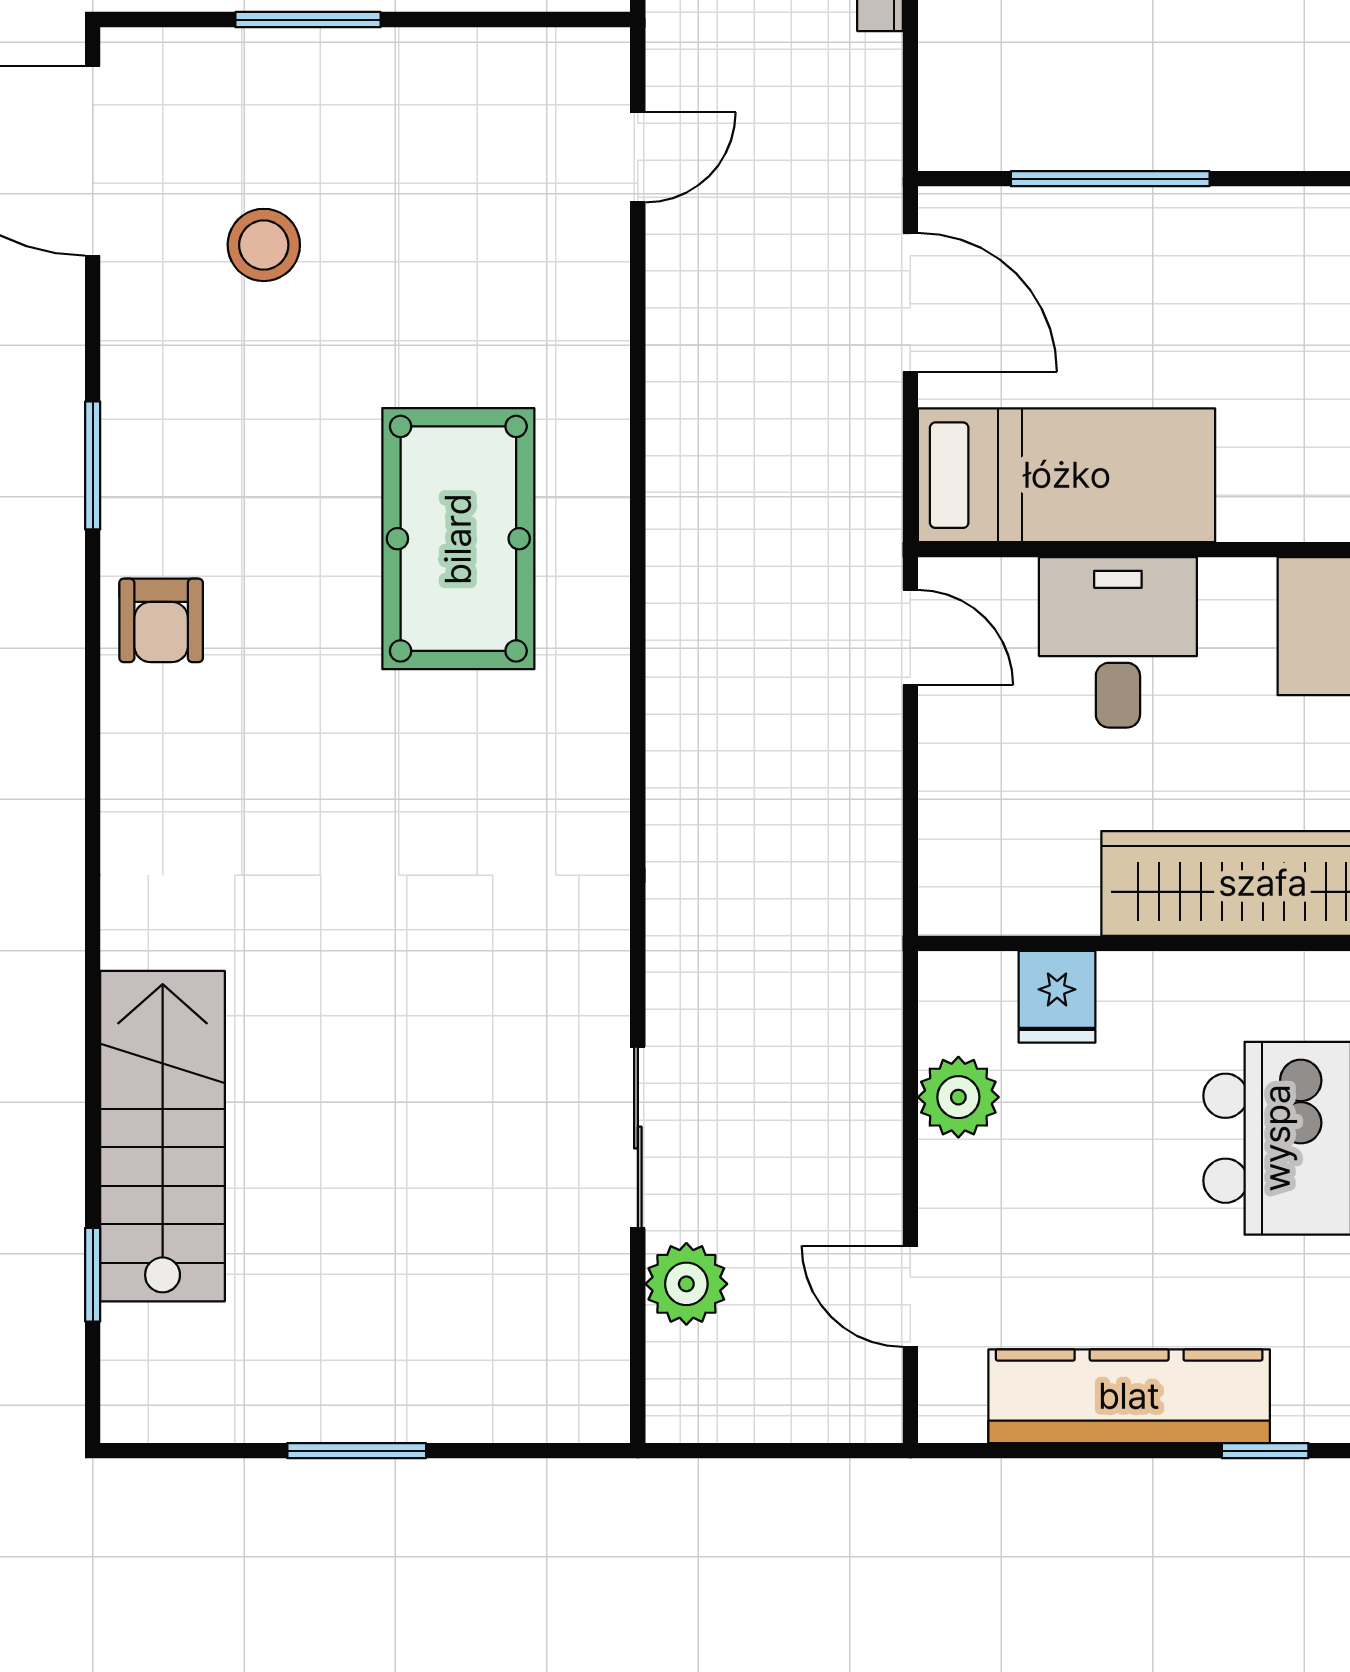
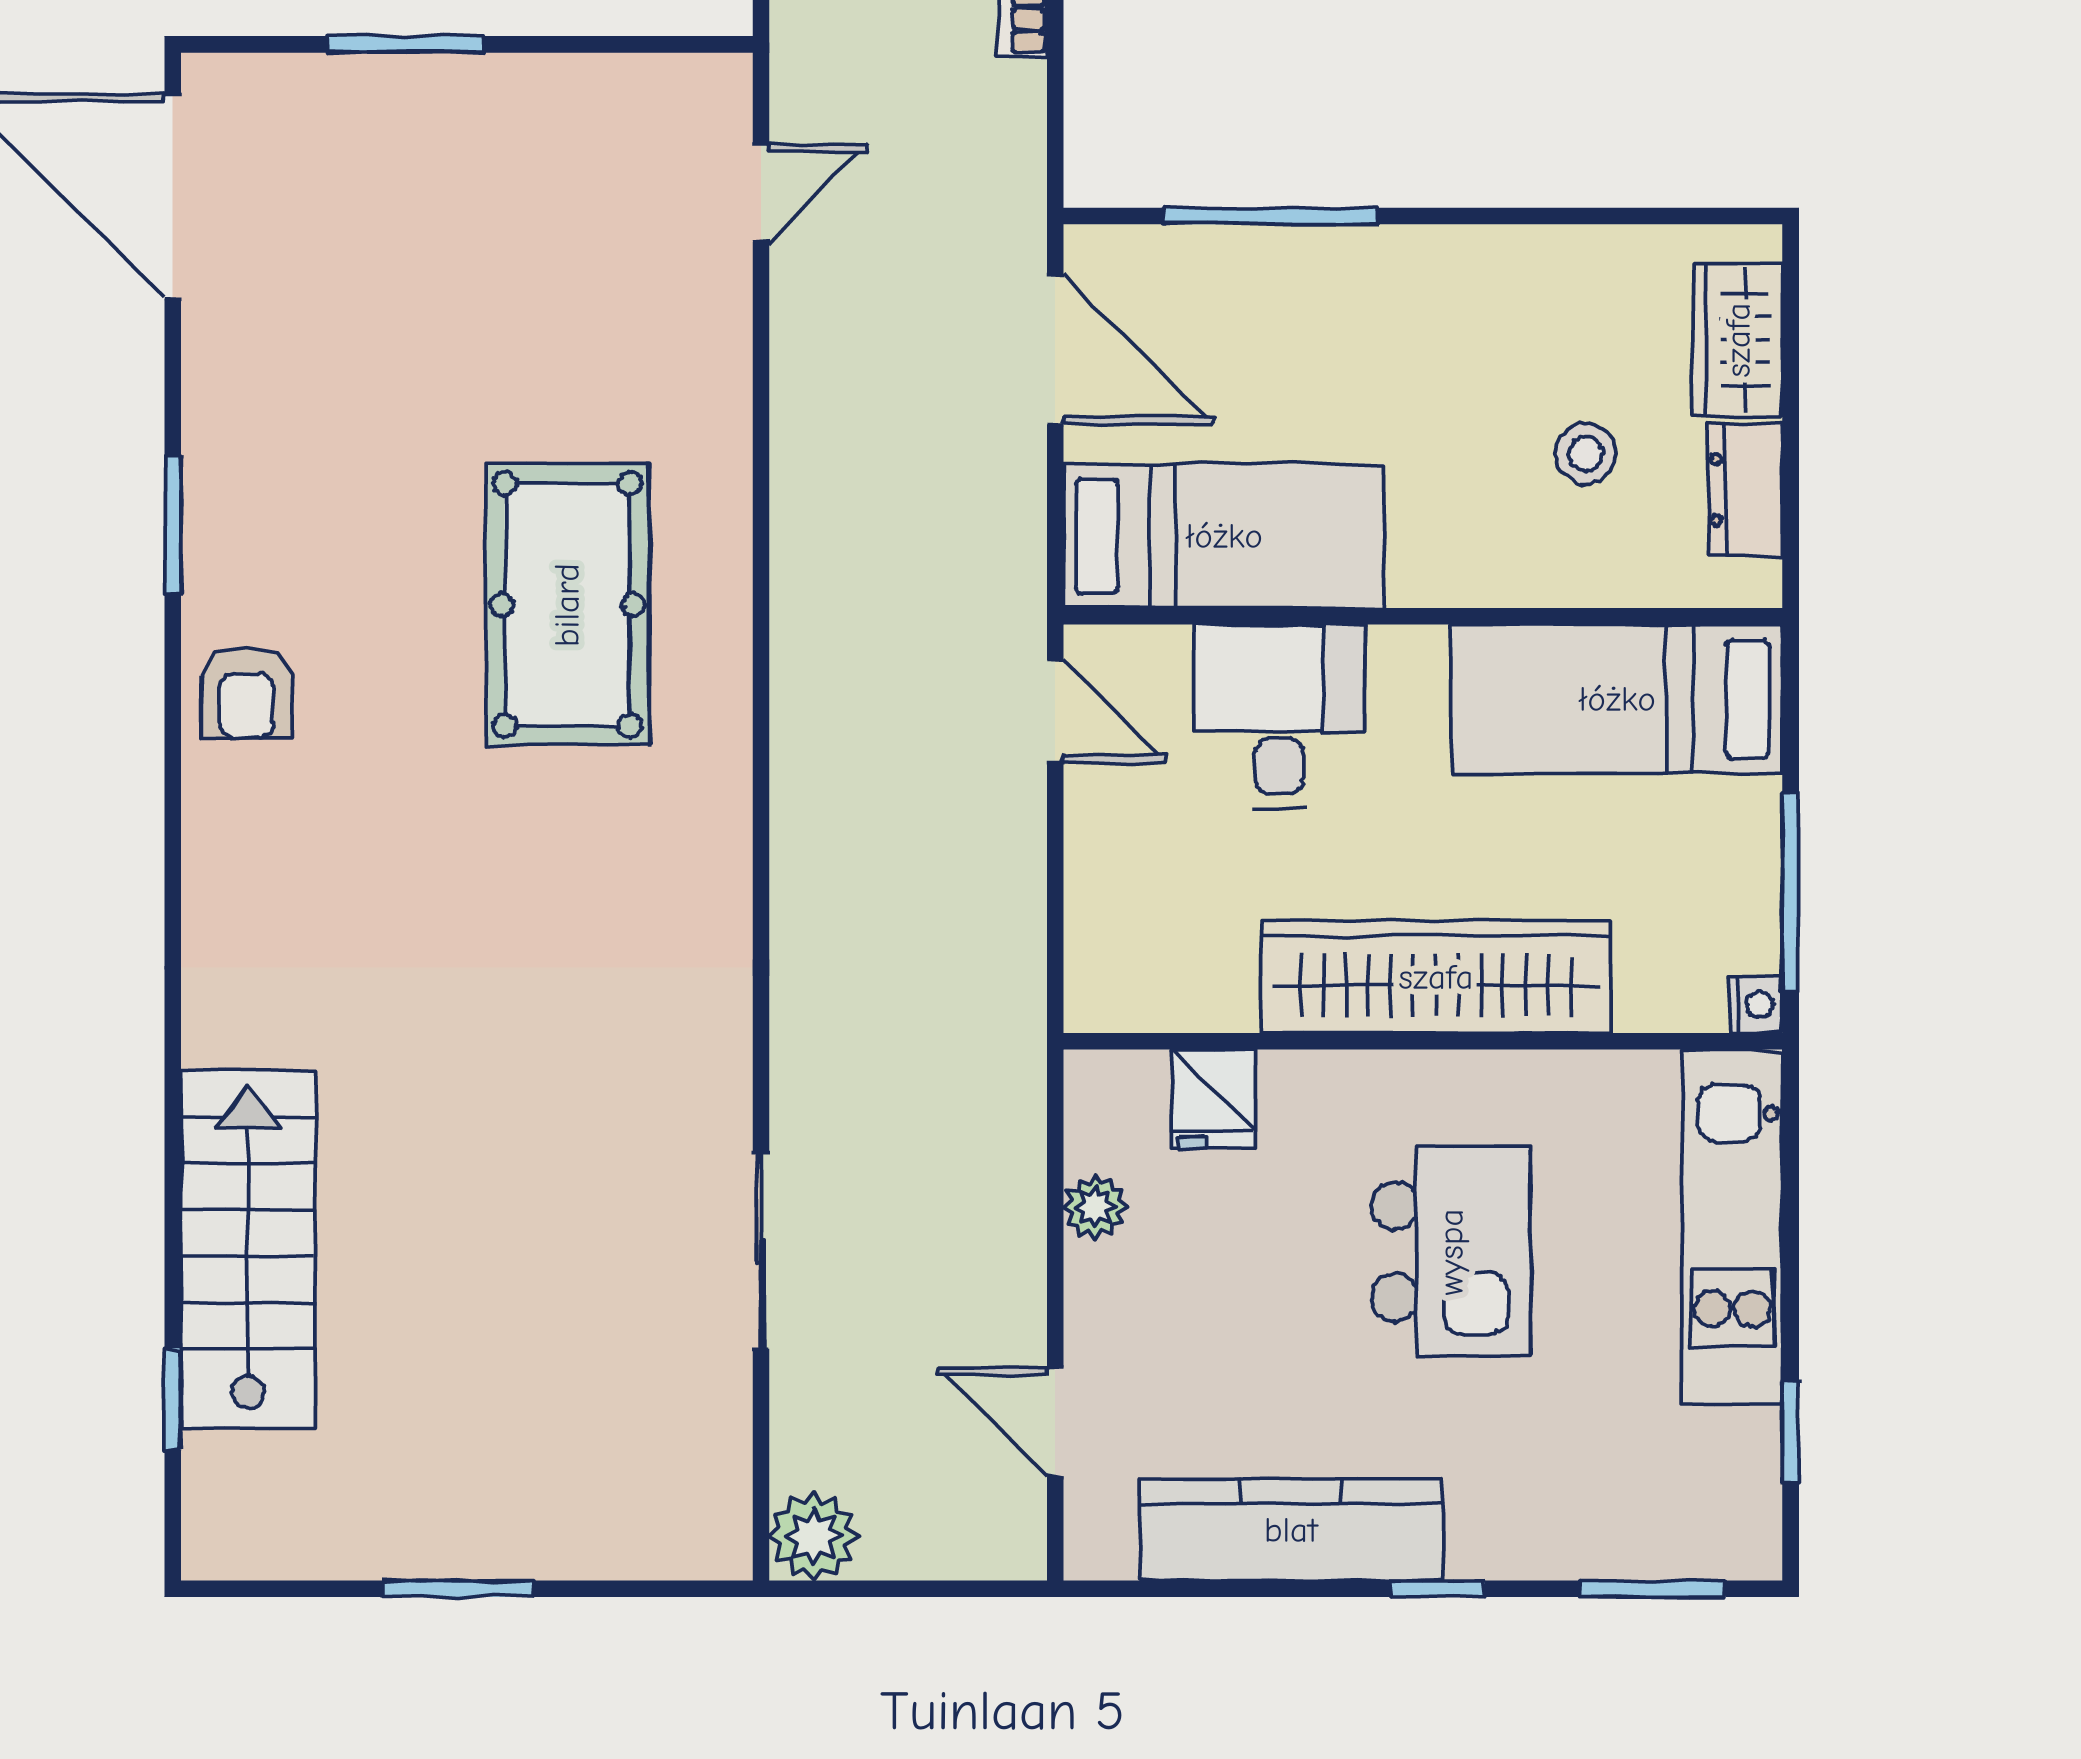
stool: (264, 245) -> (357, 288), removed
plant: (958, 1097) -> (1095, 1207), width x0.73, depth x0.73
plant: (686, 1284) -> (813, 1536), moved

